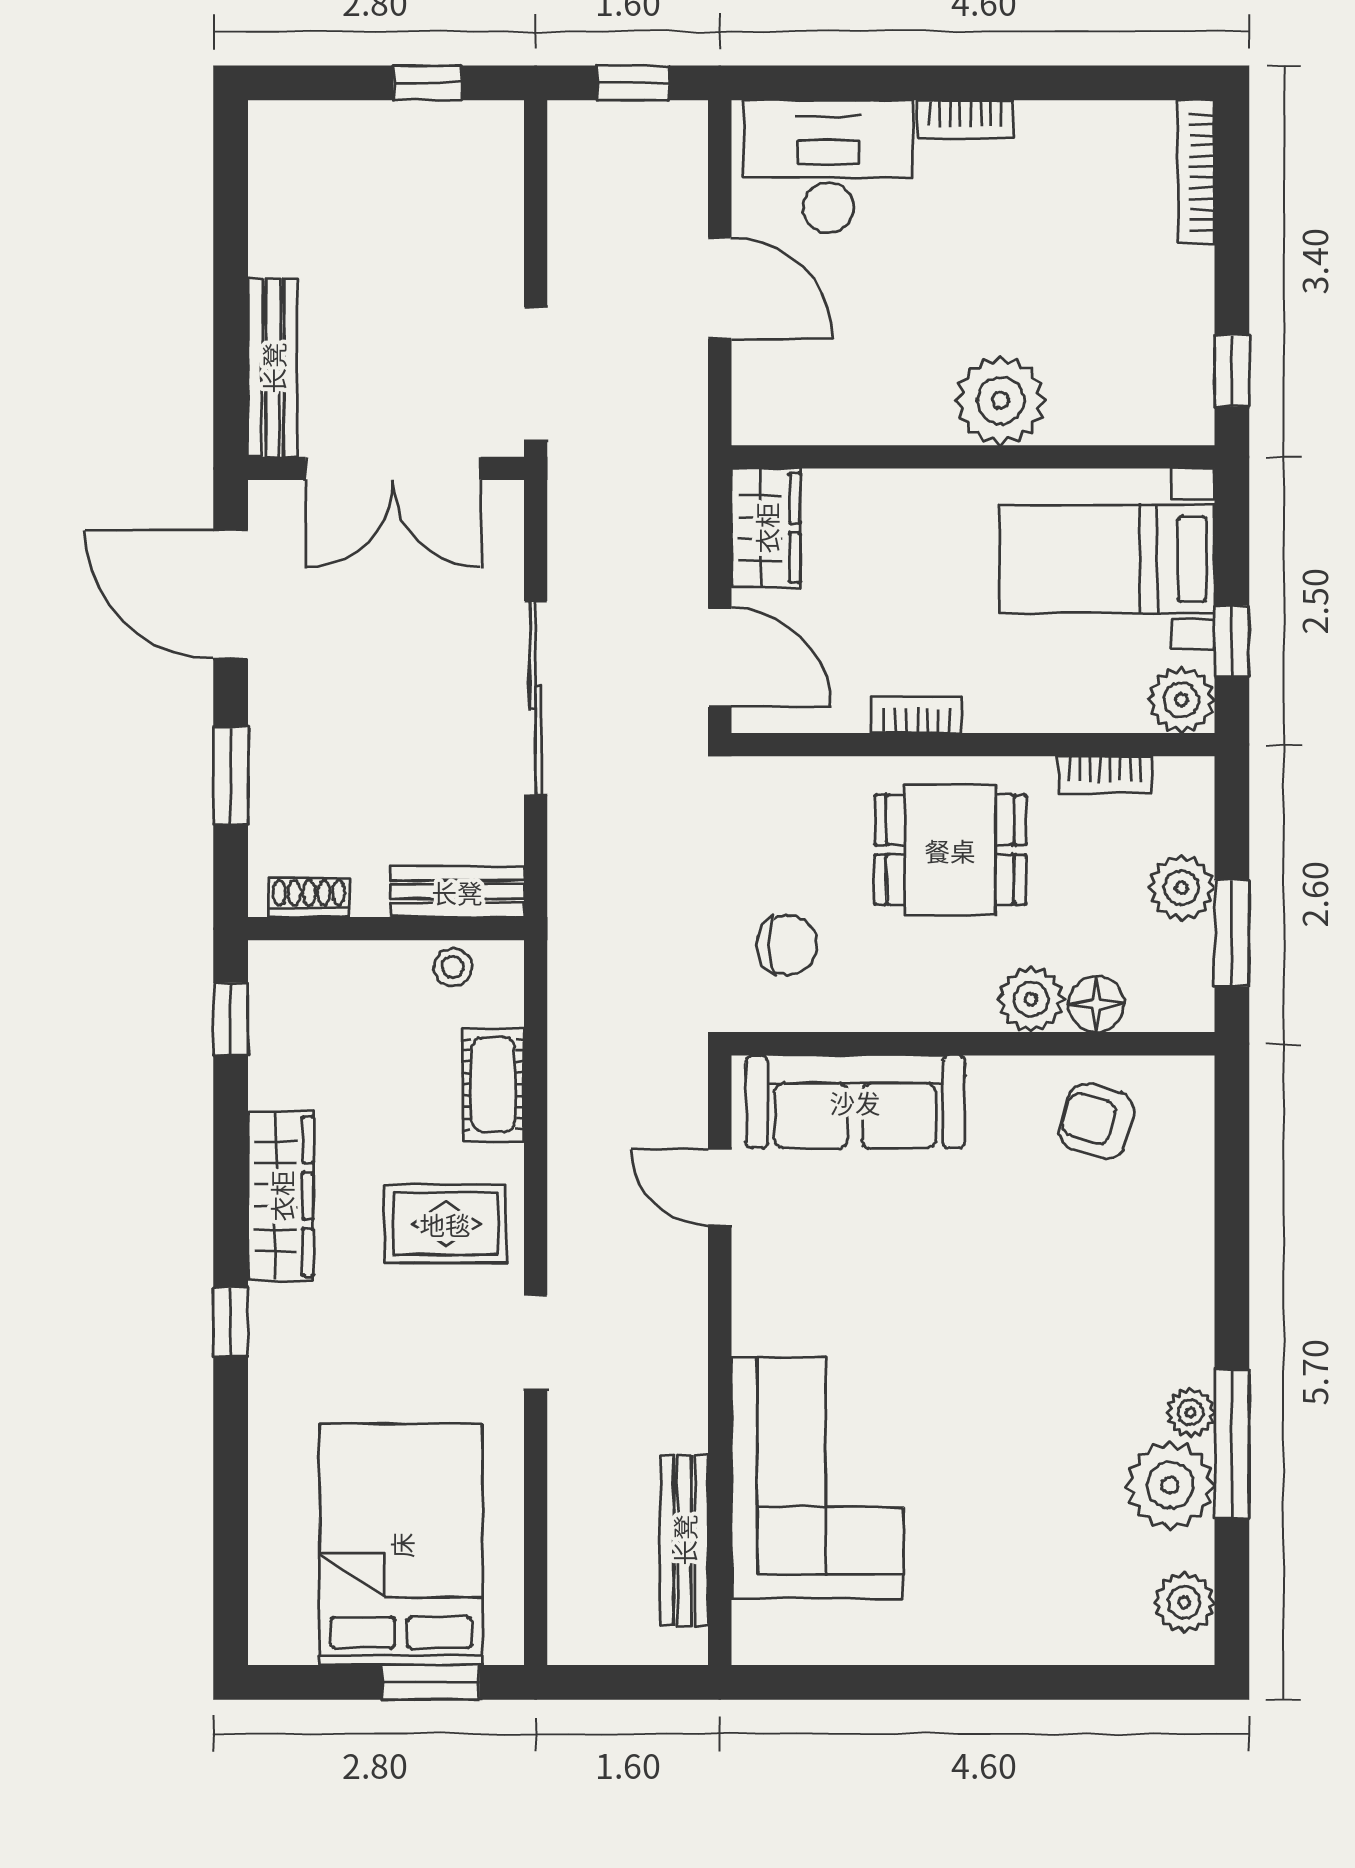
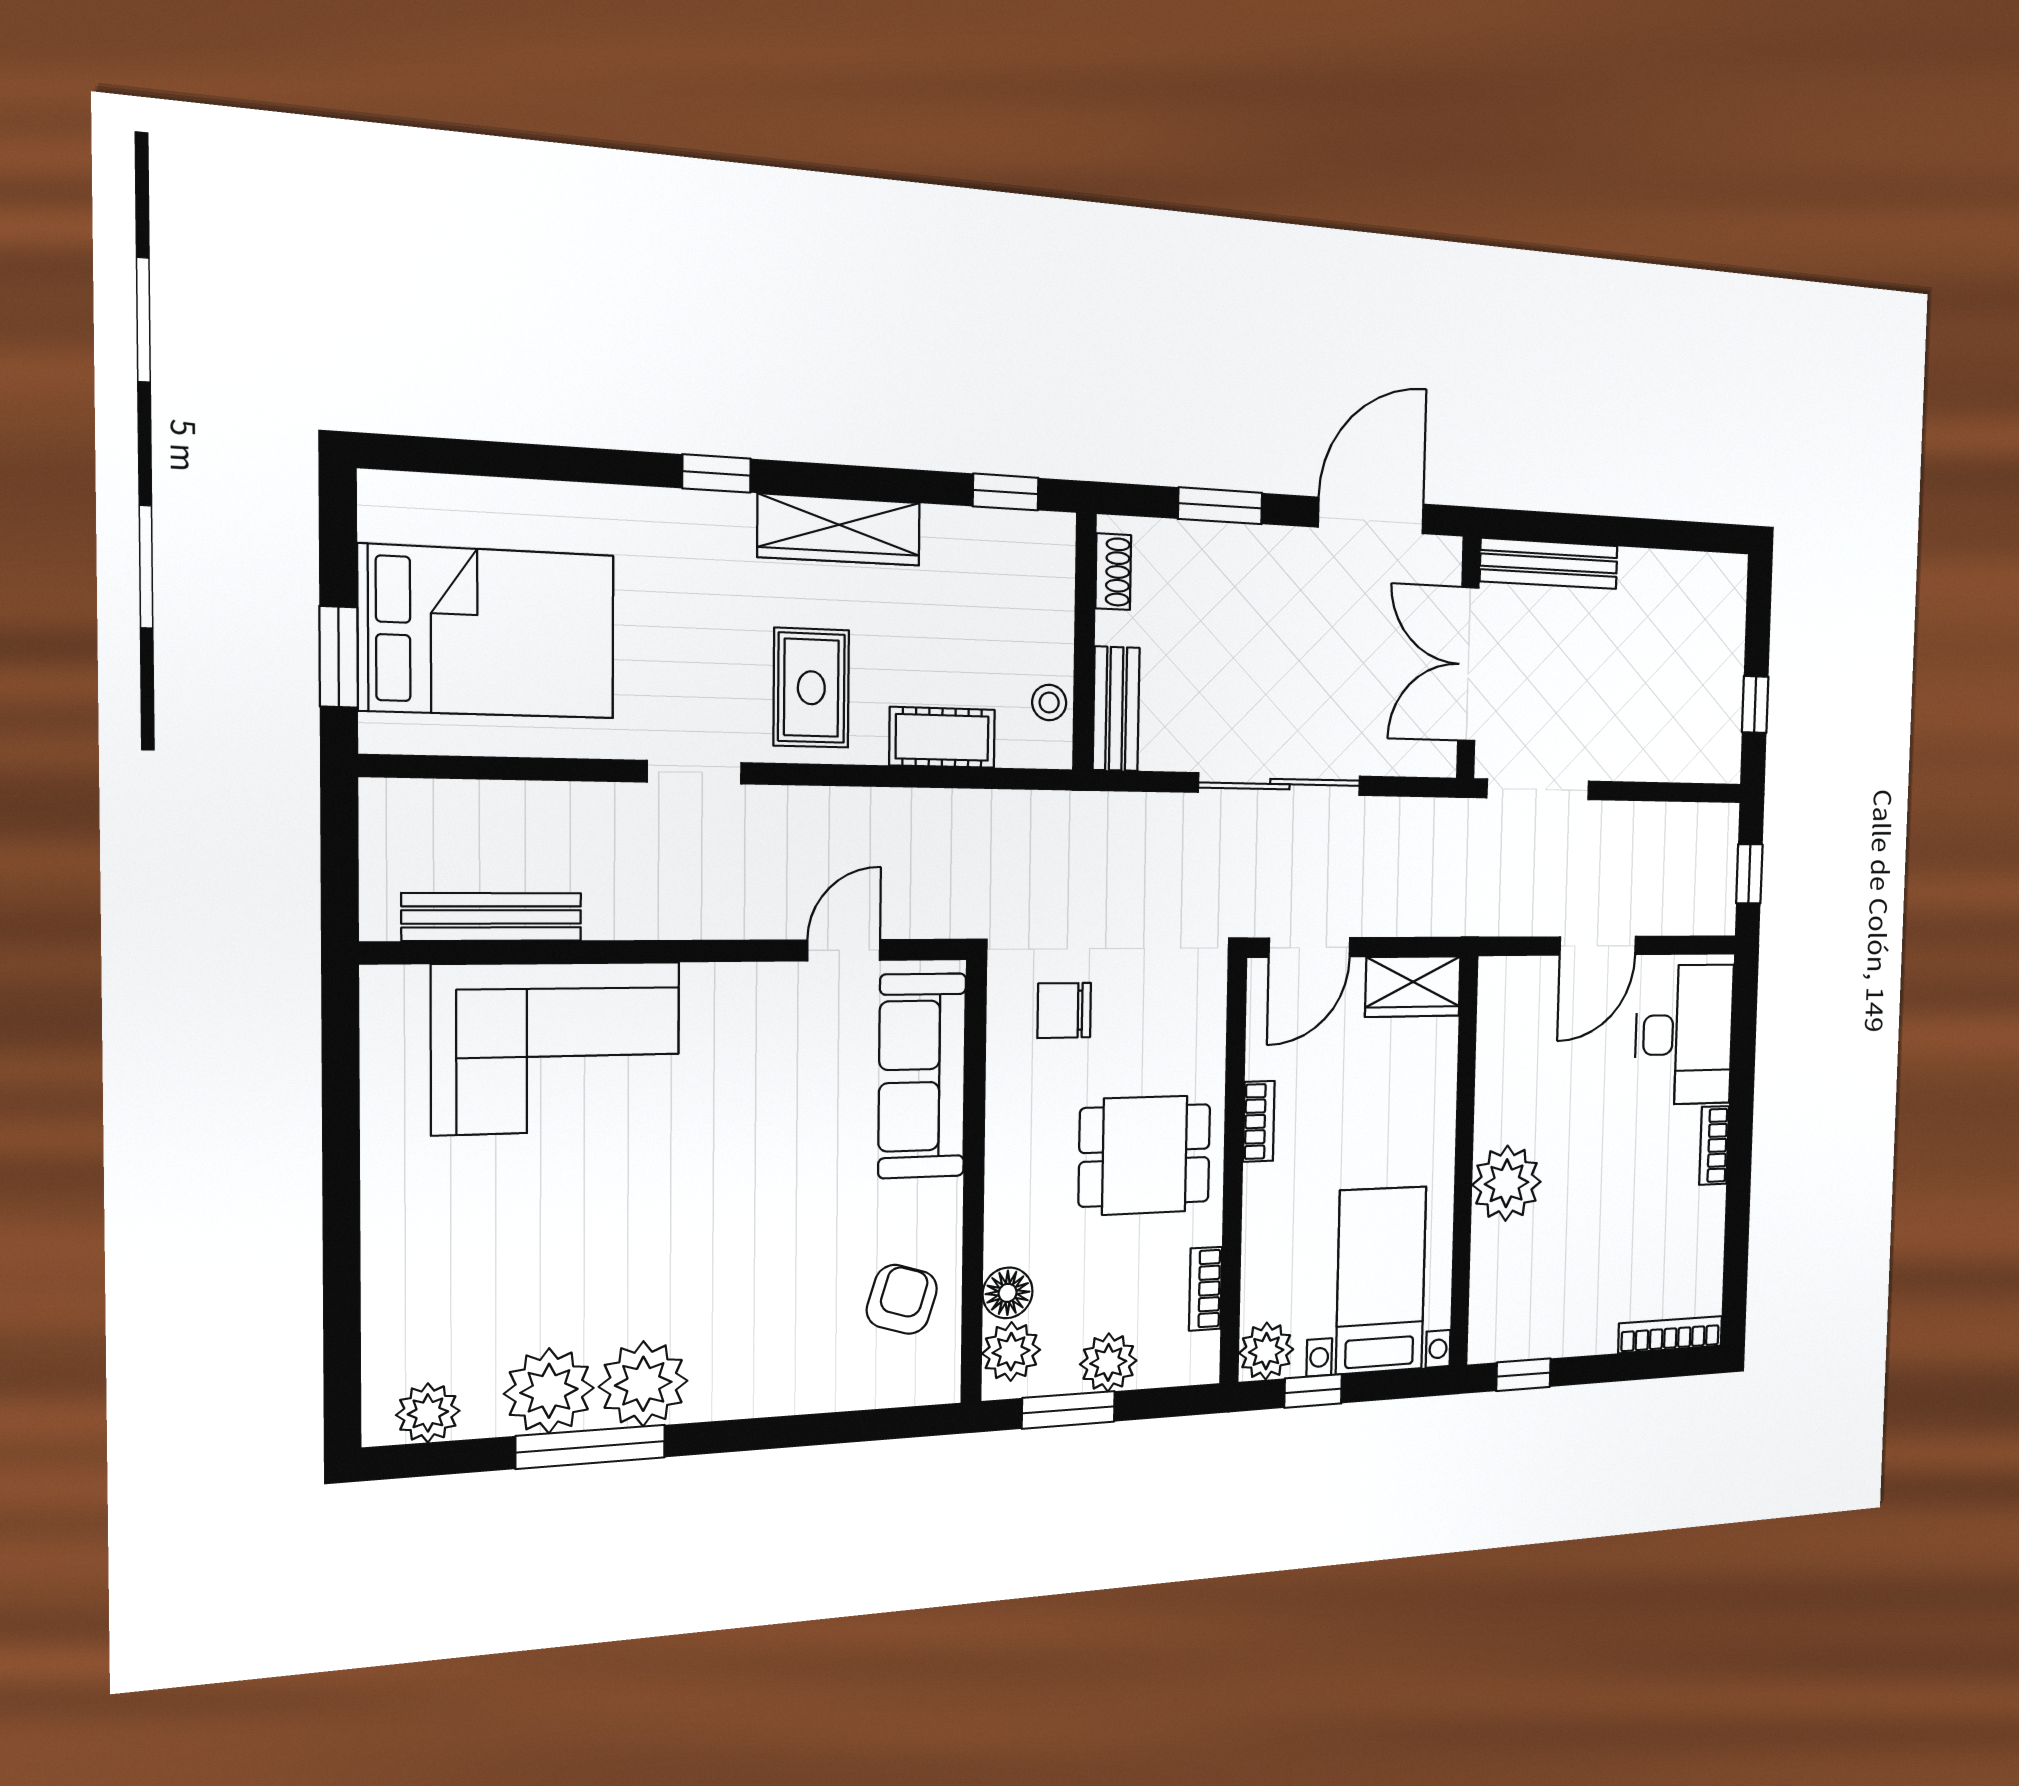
dining table: (950, 850) -> (1145, 1155), turned 90
chair: (787, 945) -> (1064, 1010), turned 90
plant: (1031, 999) -> (1011, 1352), moved
plant: (1191, 1412) -> (643, 1384), width x1.88, depth x1.88

